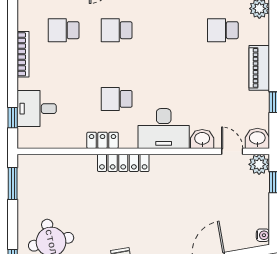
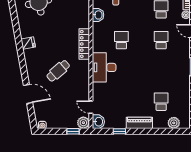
washbasin: (202, 139) -> (98, 15), moved
locker: (103, 140) -> (97, 32), removed
door: (232, 151) -> (91, 107), swing flipped
cafe table: (170, 208) -> (58, 71), added

